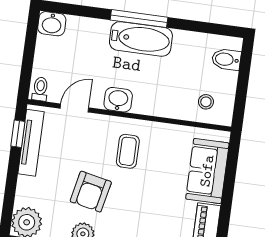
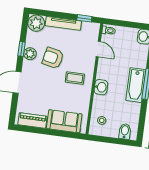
washbasin: (118, 100) -> (101, 87), moved
tv unit: (31, 143) -> (63, 23), moved

